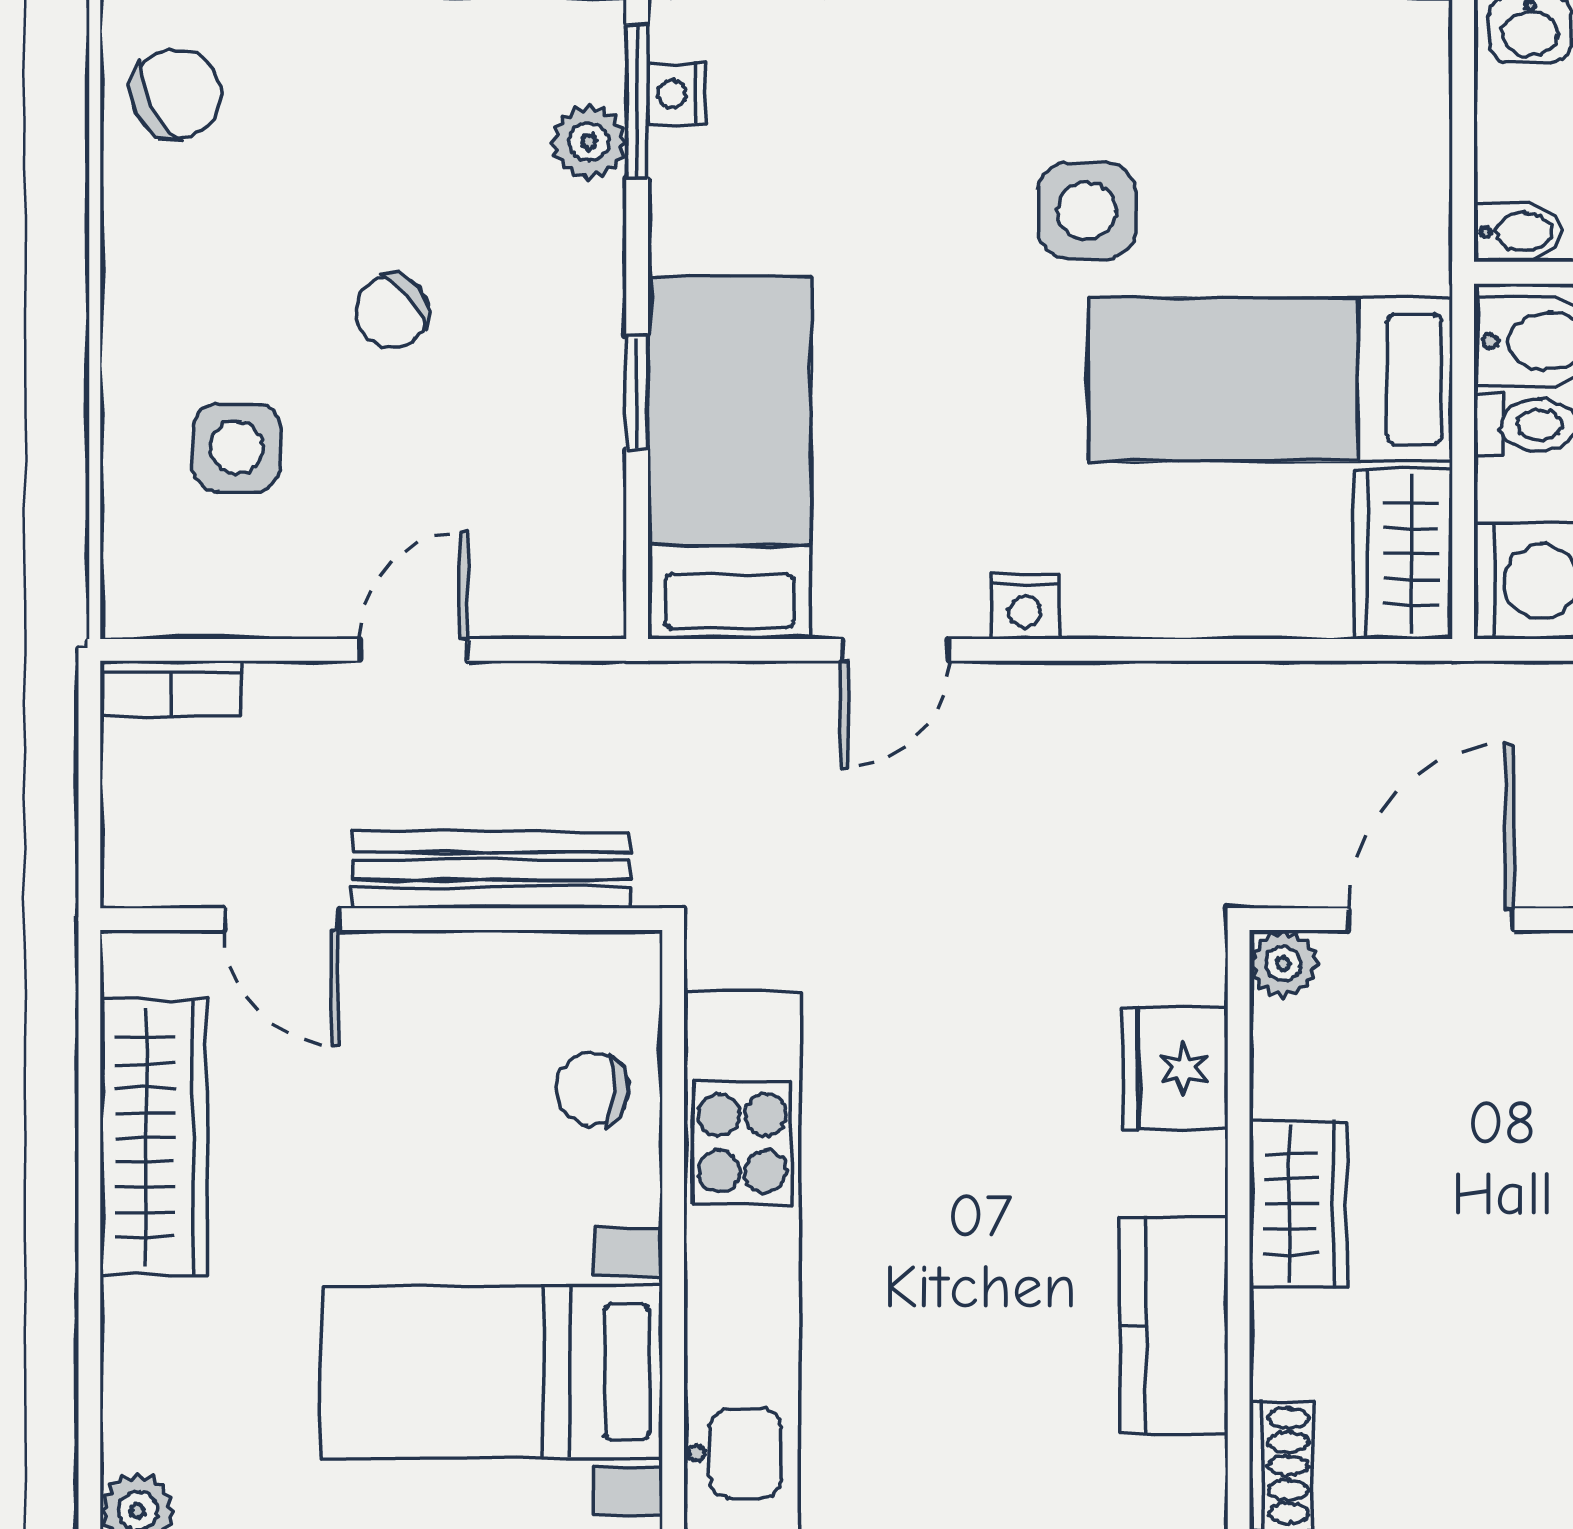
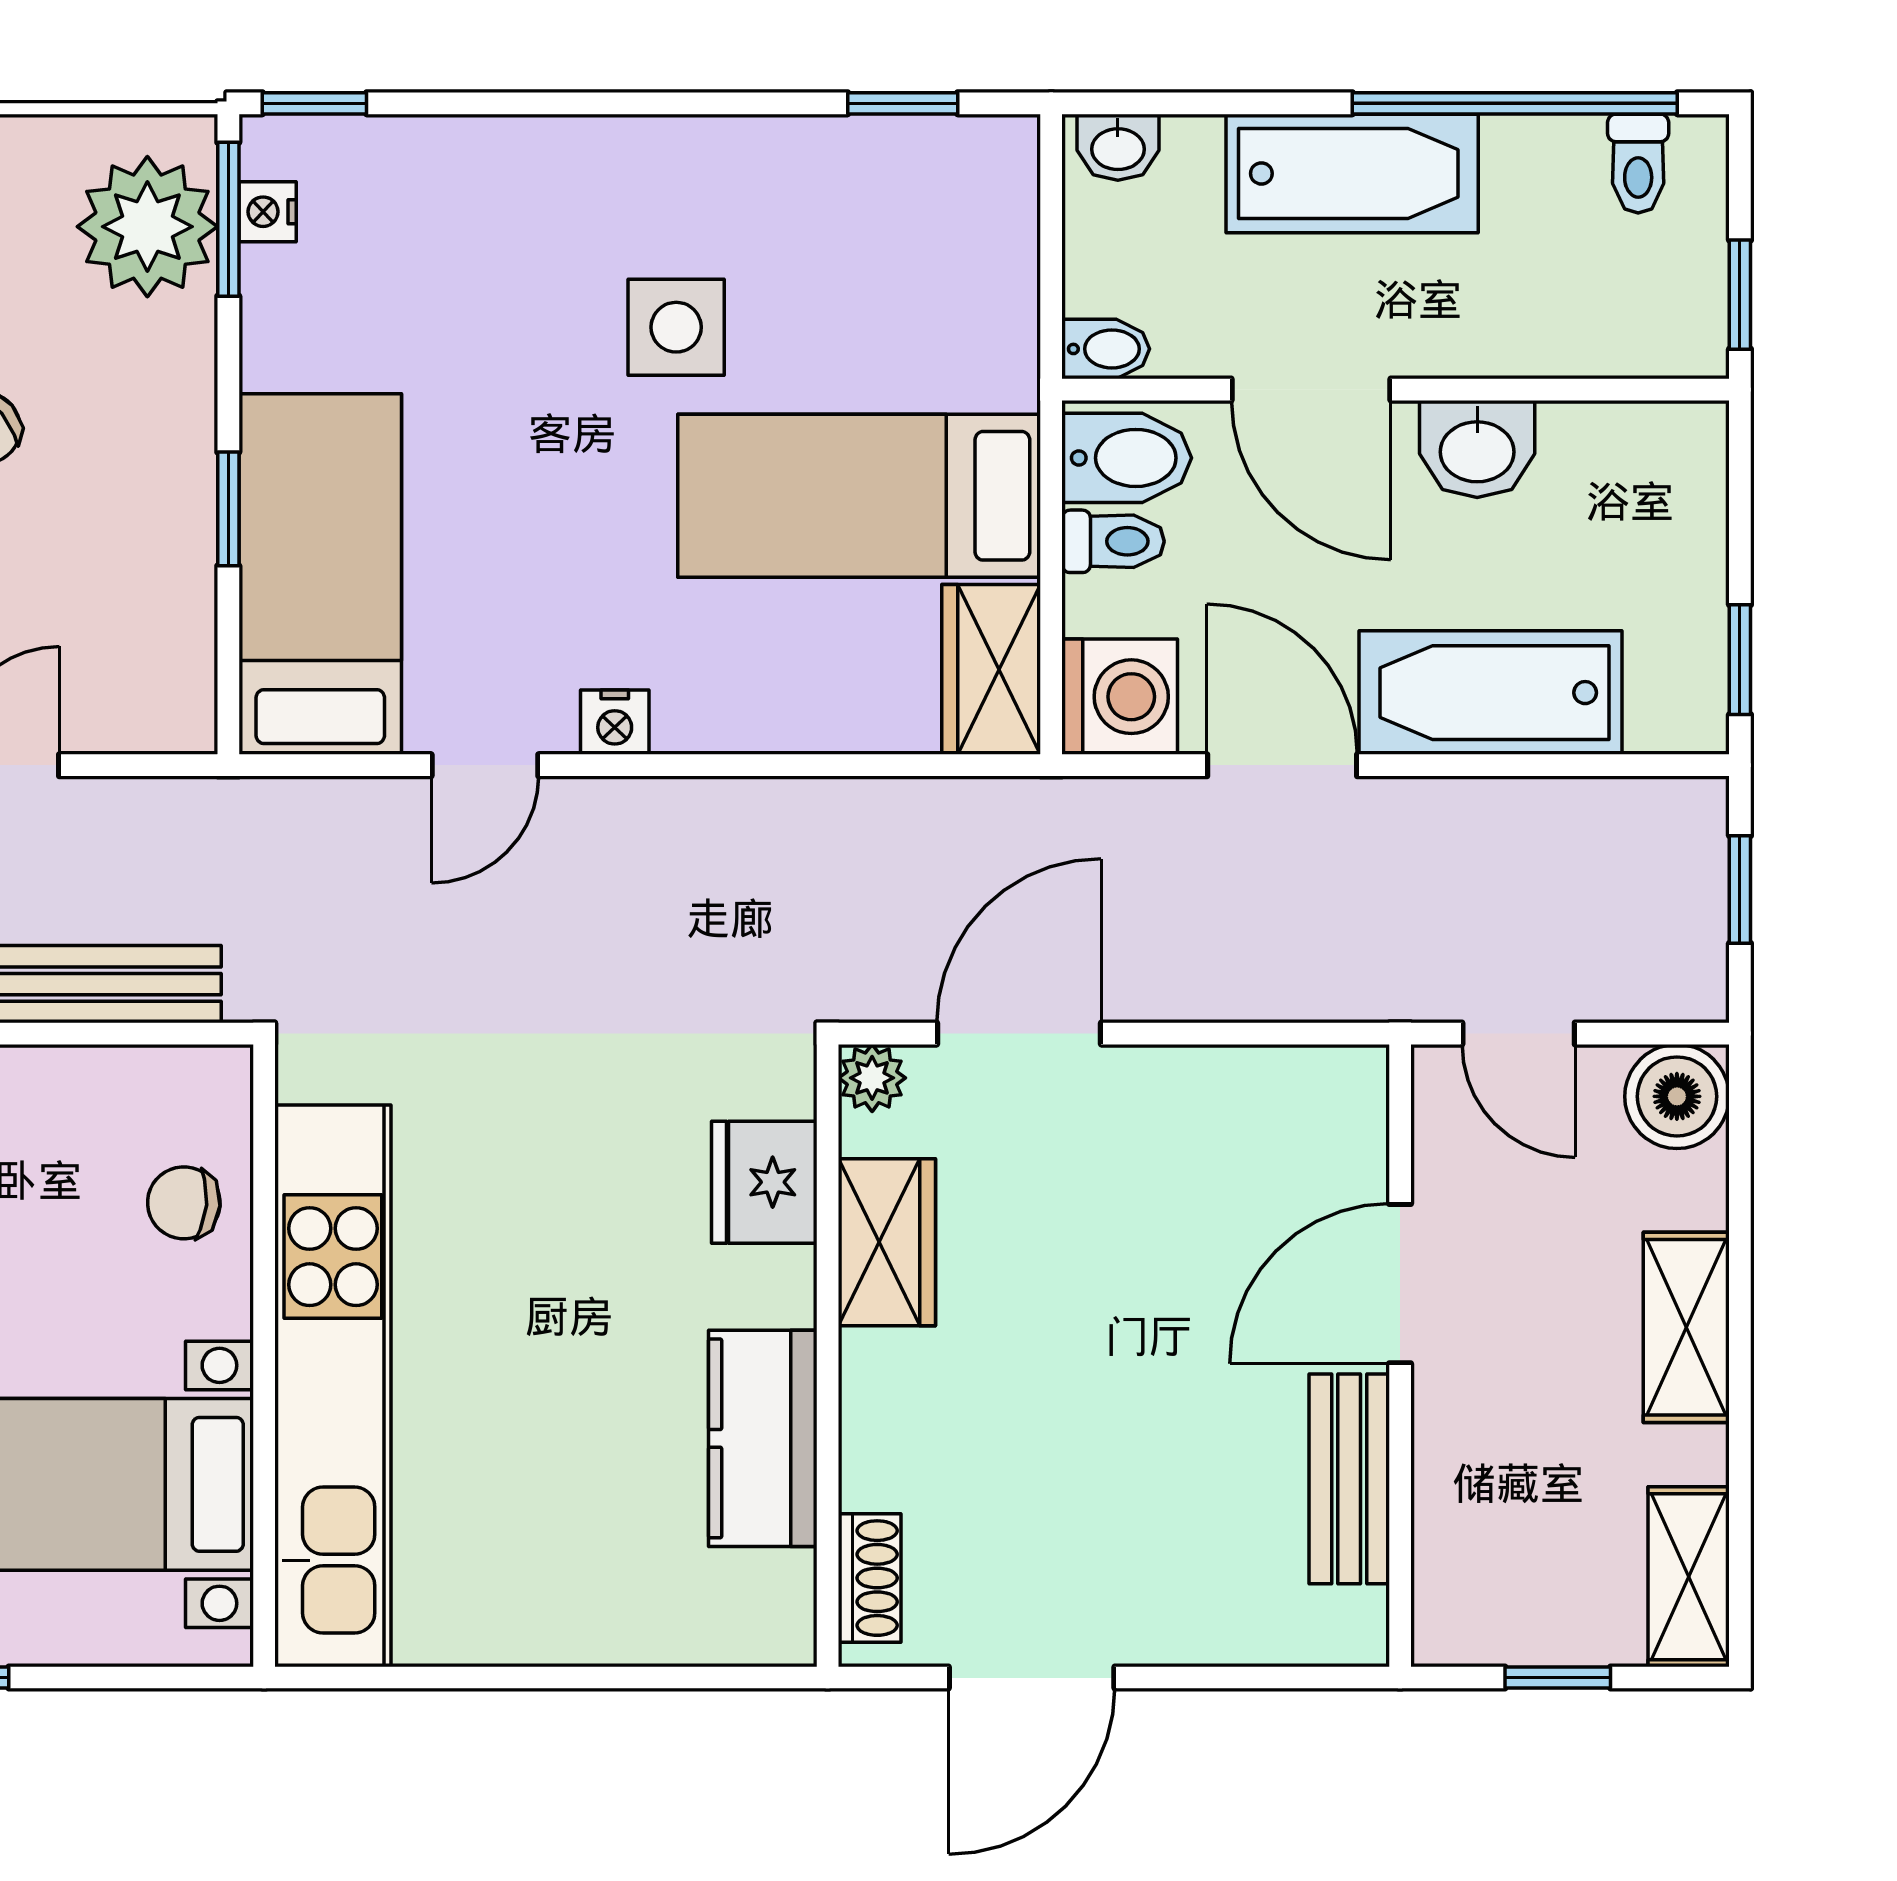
plant: (589, 142) -> (147, 227), width x1.88, depth x1.88
wardrobe: (1298, 1204) -> (887, 1242), moved

